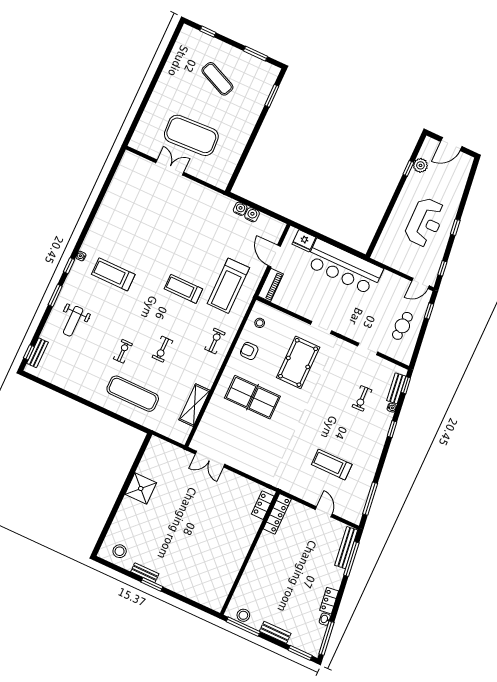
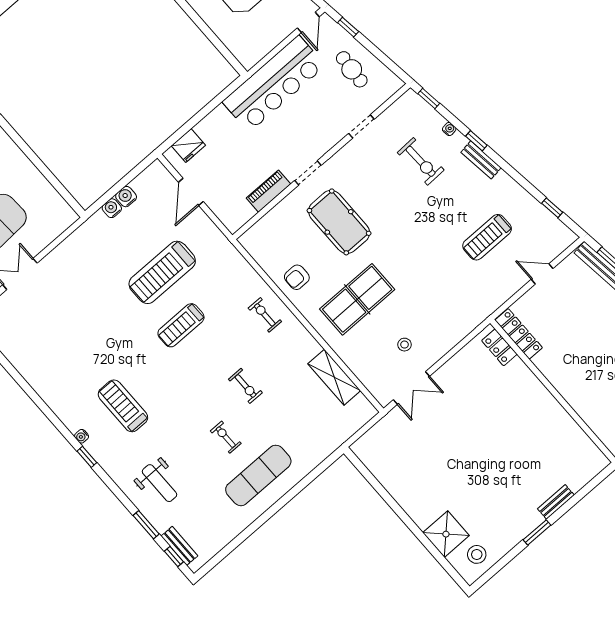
door: (274, 256) -> (191, 192), hinge flipped
bar counter: (344, 267) -> (274, 84), moved
treadmill: (113, 274) -> (123, 406), turned 90
piano: (271, 285) -> (269, 191), moved, turned -90
treadmill: (228, 286) -> (162, 272), moved, turned 90
window: (55, 296) -> (146, 525), moved
stool: (260, 323) -> (405, 345), moved
bench: (396, 388) -> (481, 160), moved
exercise mat: (133, 394) -> (258, 475), moved
exercise bike: (362, 398) -> (421, 161), width x1.38, depth x1.39
shower: (141, 489) -> (446, 534), moved
window: (370, 499) -> (552, 208), width x0.46
bench: (145, 573) -> (556, 502), moved

